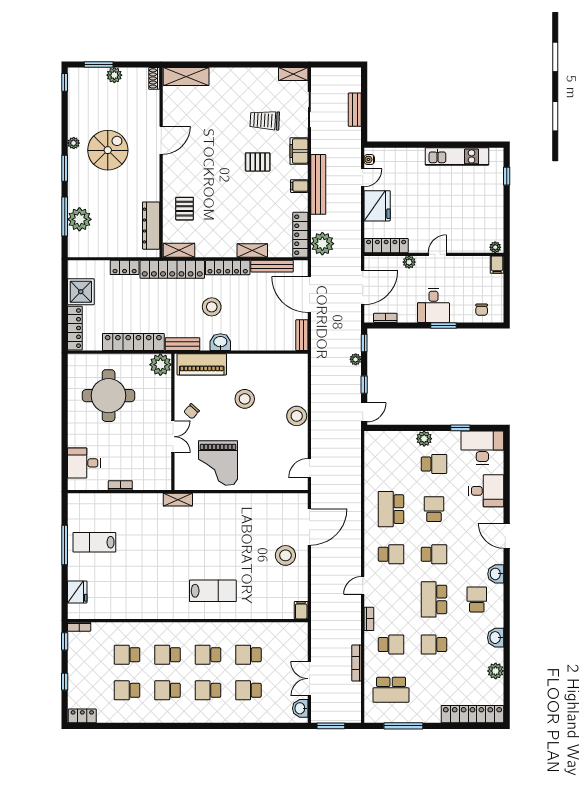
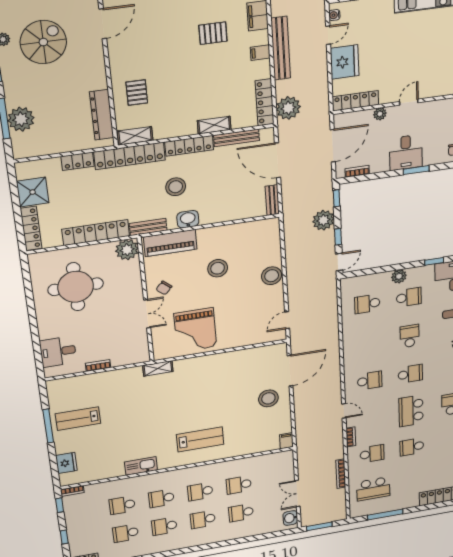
plant: (356, 359) -> (323, 220), width x1.88, depth x1.88
school desk: (391, 509) -> (367, 304), moved, width x0.54
door: (363, 585) -> (344, 411), swing flipped
kitchen sink: (151, 611) -> (141, 466), added

